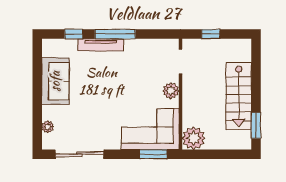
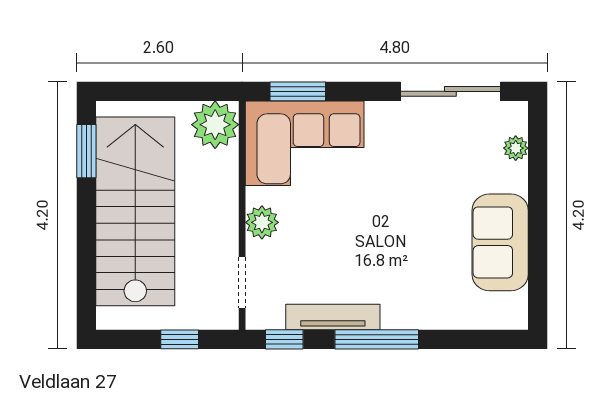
window: (74, 34) -> (284, 339), moved
tv unit: (101, 45) -> (333, 317), moved
stairs: (239, 96) -> (135, 211), width x1.36, depth x1.51

